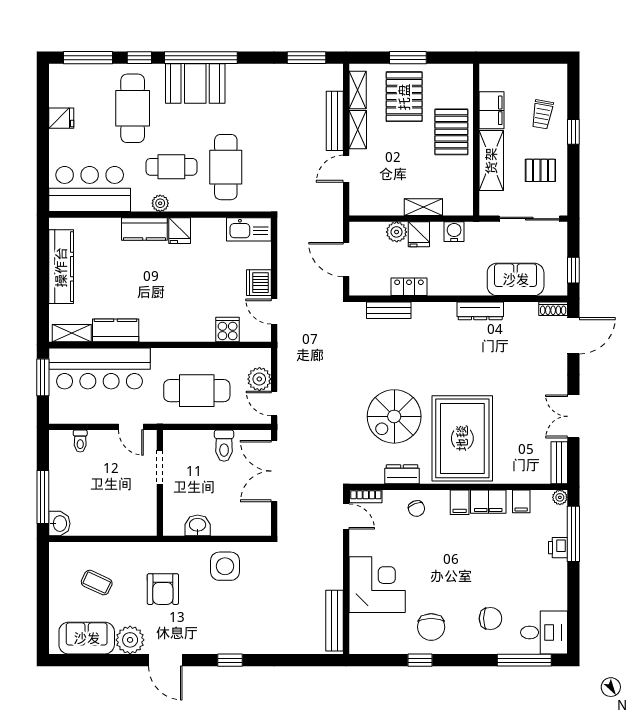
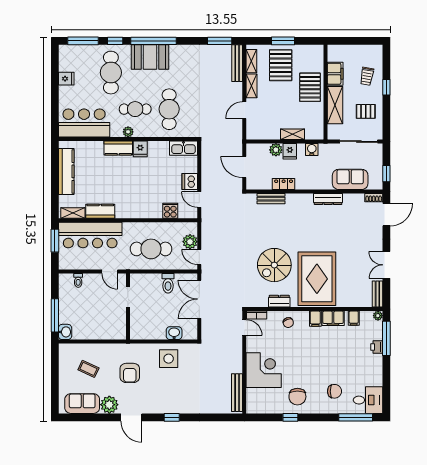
bench: (335, 121) -> (237, 63), moved
washbasin: (198, 525) -> (174, 333), moved

